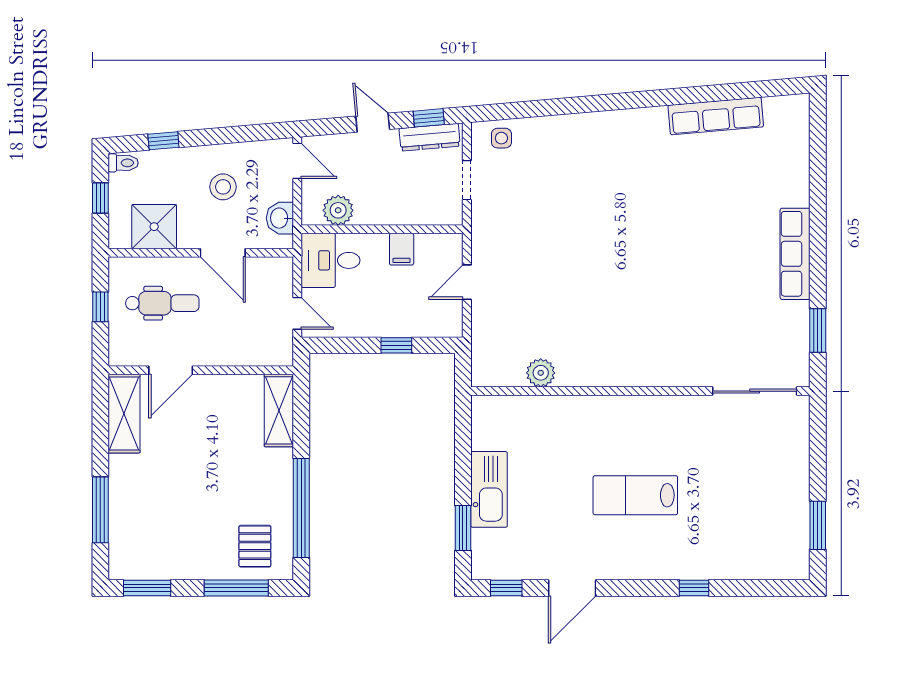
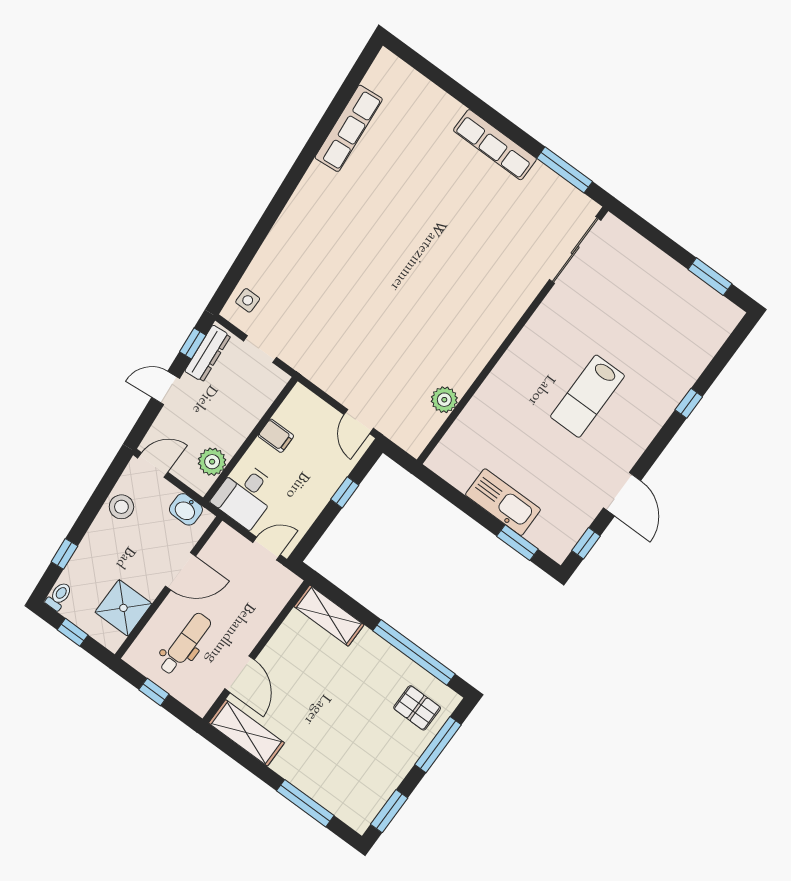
stool: (223, 187) -> (121, 507), moved
door: (467, 282) -> (359, 421), moved
window: (818, 331) -> (565, 170), width x1.44

